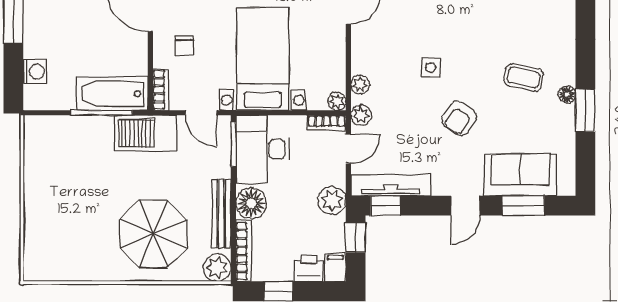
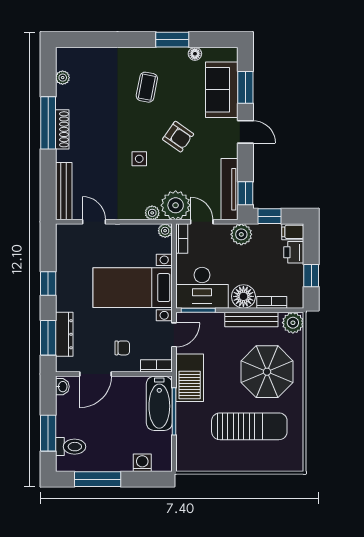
floor lamp: (567, 94) -> (195, 54), moved
plant: (361, 115) -> (176, 205), width x1.88, depth x1.88
sun lounger: (82, 211) -> (249, 426), added
bookcase: (244, 251) -> (272, 302), width x0.64

